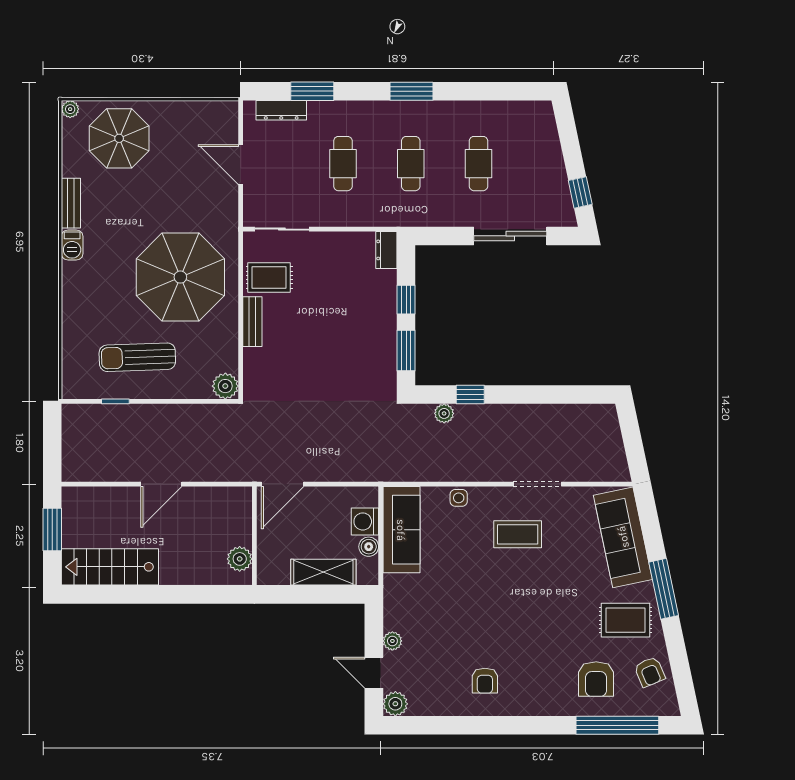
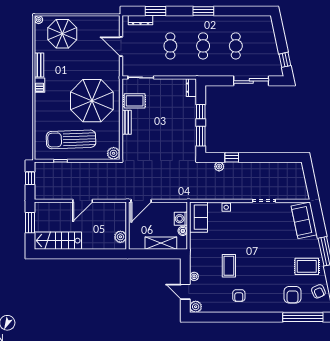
sun lounger: (137, 357) -> (71, 139), width x1.36, depth x1.34
window: (52, 438) -> (30, 178), added
sofa: (401, 530) -> (199, 217), width x0.73
coffee table: (518, 534) -> (229, 266), moved, turned 90
sofa: (623, 537) -> (304, 220), width x0.73

